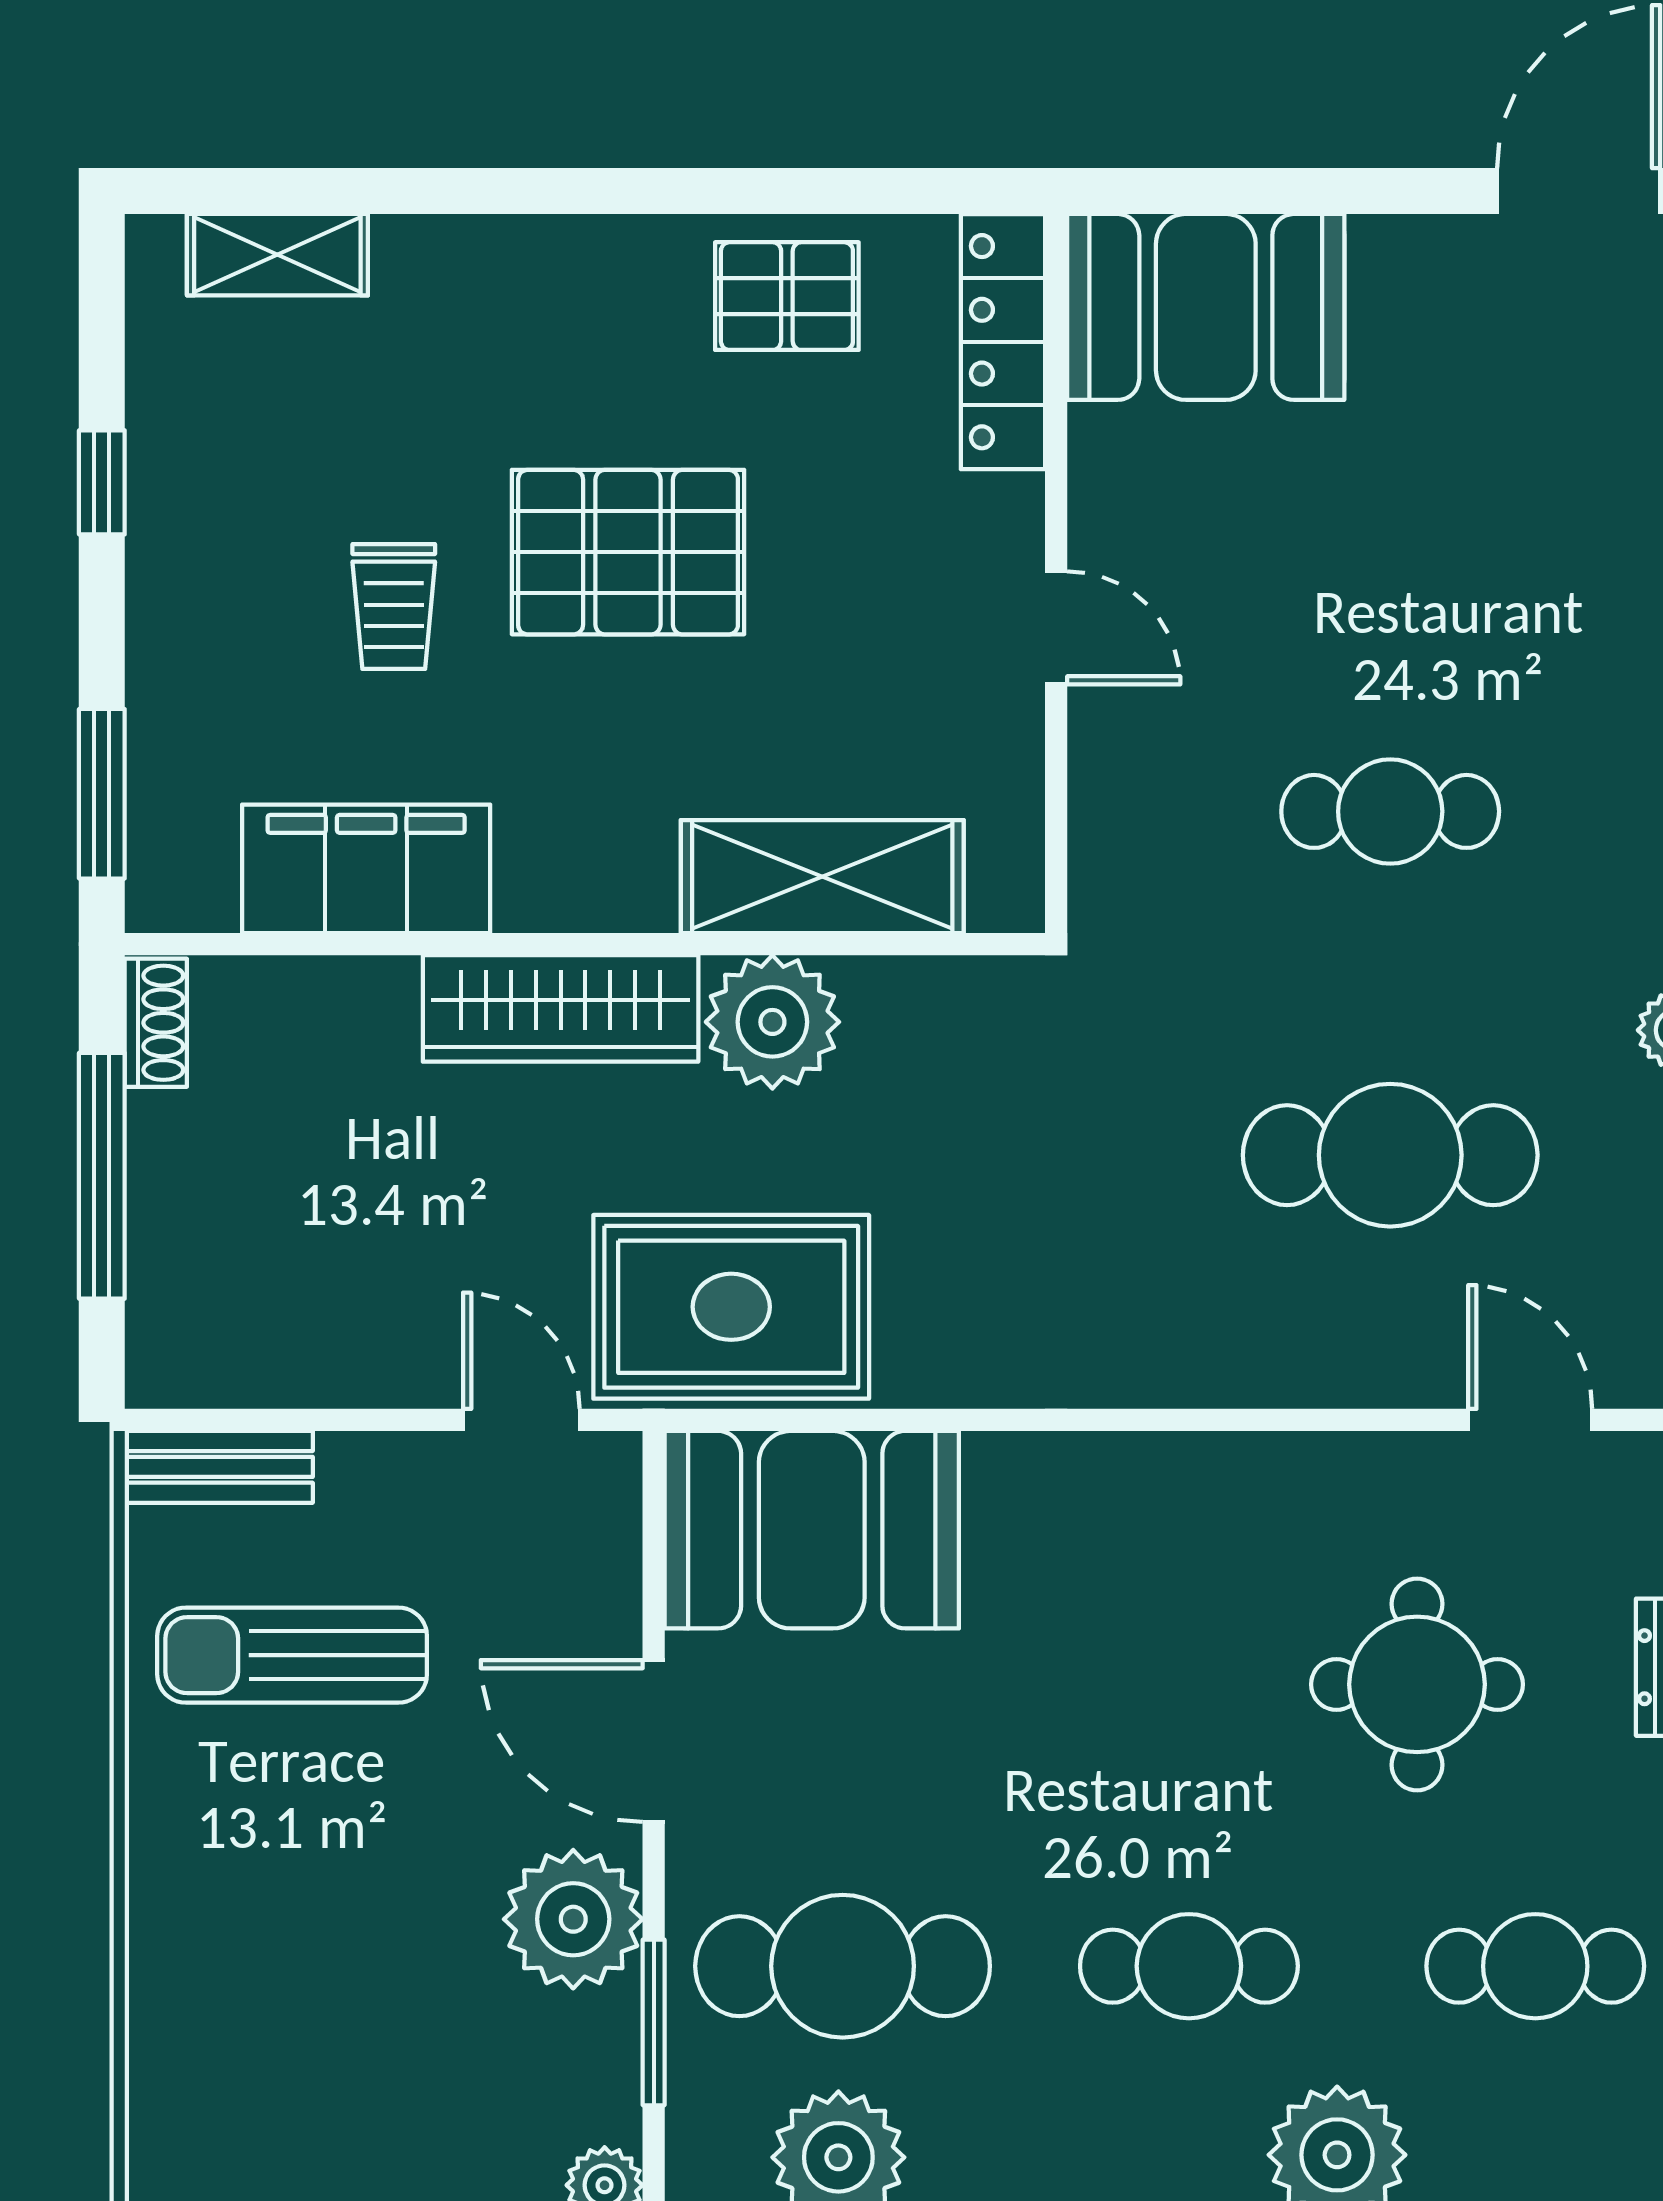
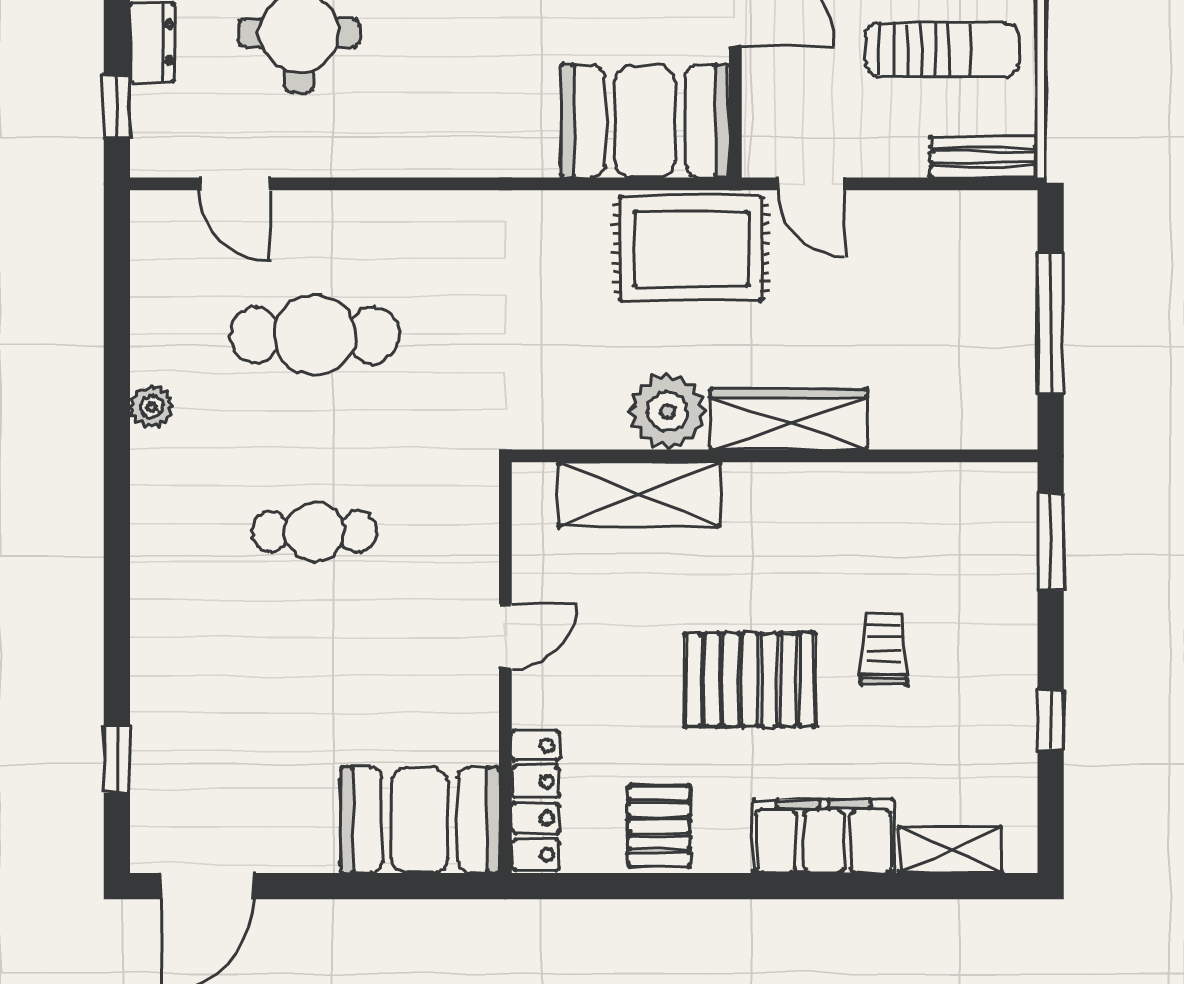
pallet: (787, 296) -> (659, 826), turned 90
door: (1056, 628) -> (505, 636), swing flipped
filing cabinet: (366, 869) -> (824, 836), moved, turned 180
shoe rack: (156, 1023) -> (1020, 411), removed

